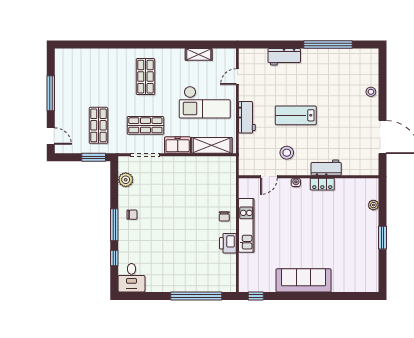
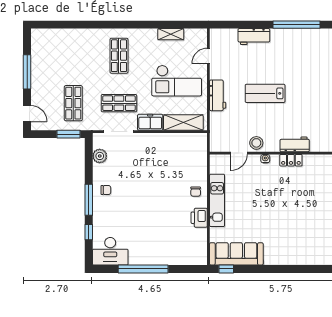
stool: (287, 153) -> (256, 143), moved
desk: (131, 278) -> (110, 251), width x1.37
sofa: (304, 280) -> (236, 254), moved
window: (196, 296) -> (143, 269), moved

